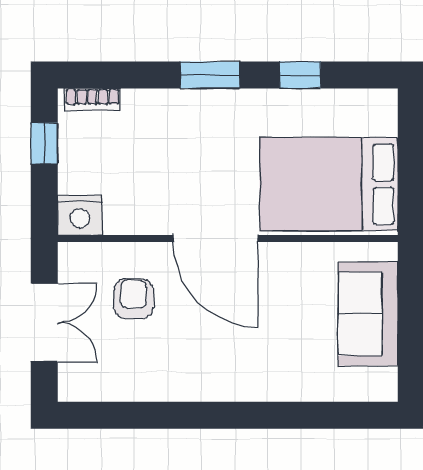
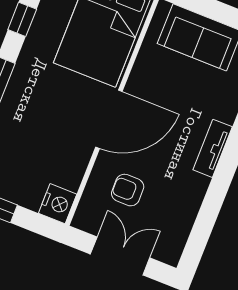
tv unit: (231, 387) -> (213, 148), added

